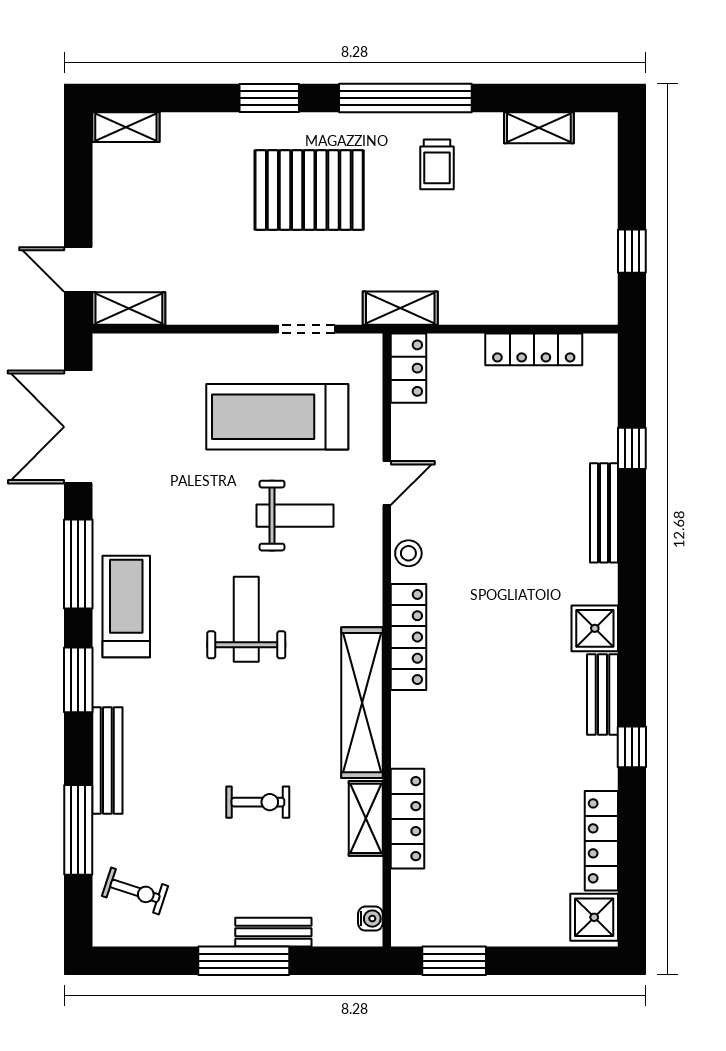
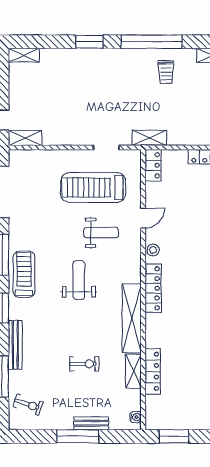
pallet: (309, 190) -> (108, 84), removed

